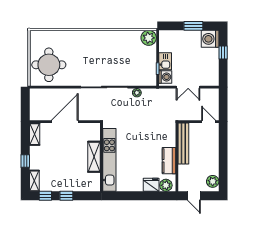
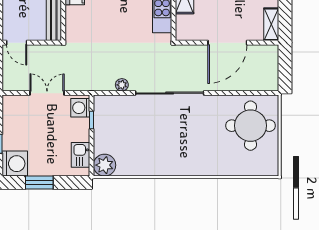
kitchen sink: (165, 61) -> (81, 155), moved

